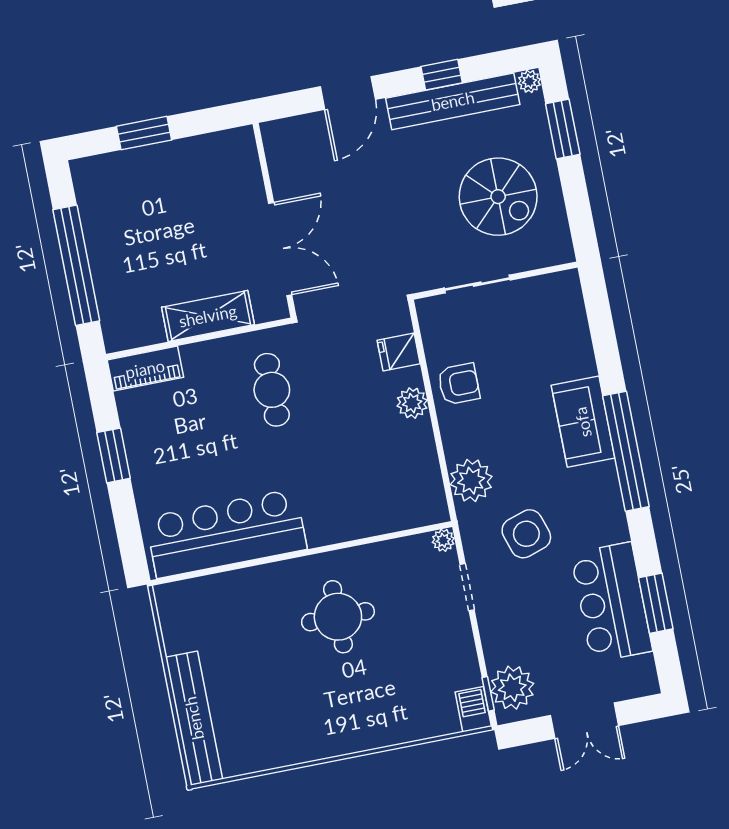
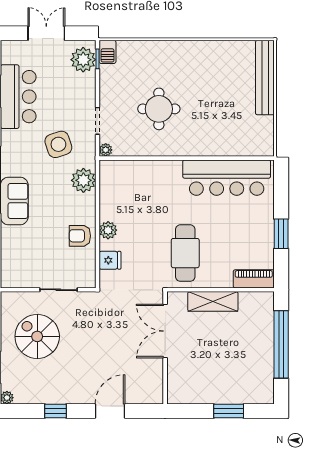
bench: (453, 101) -> (52, 395), removed
cafe table: (272, 390) -> (185, 253), width x1.37, depth x1.35
round table: (338, 617) -> (159, 109), moved

